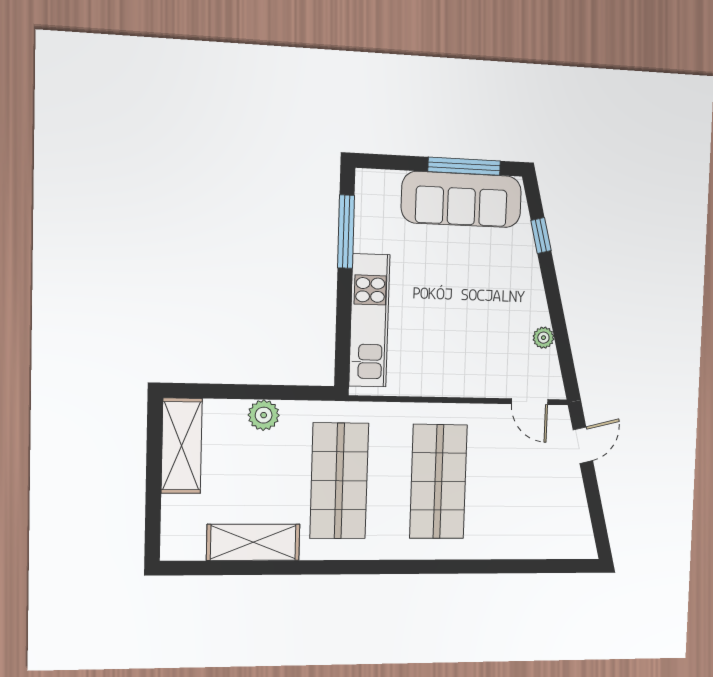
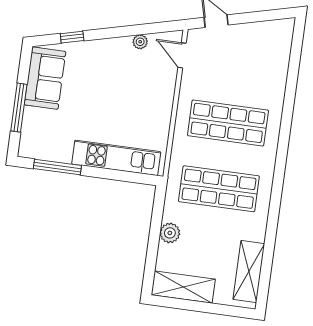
window: (464, 166) -> (19, 108), moved
sofa: (461, 200) -> (45, 78), width x0.73
door: (530, 402) -> (182, 55), swing flipped
shelving: (253, 542) -> (249, 272), moved

